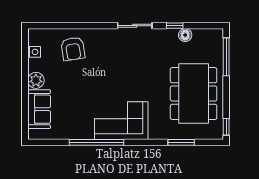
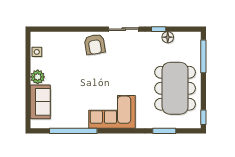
armchair: (73, 49) -> (95, 44), moved
window: (97, 142) -> (73, 131), moved

